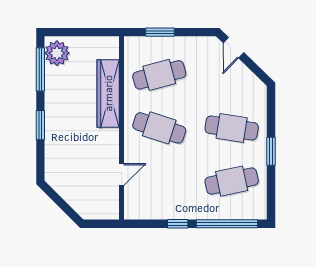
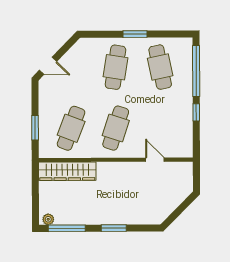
plant: (57, 53) -> (48, 219), width x0.53, depth x0.53
cafe table: (159, 75) -> (71, 128), turned 36
wardrobe: (108, 93) -> (67, 171), moved

